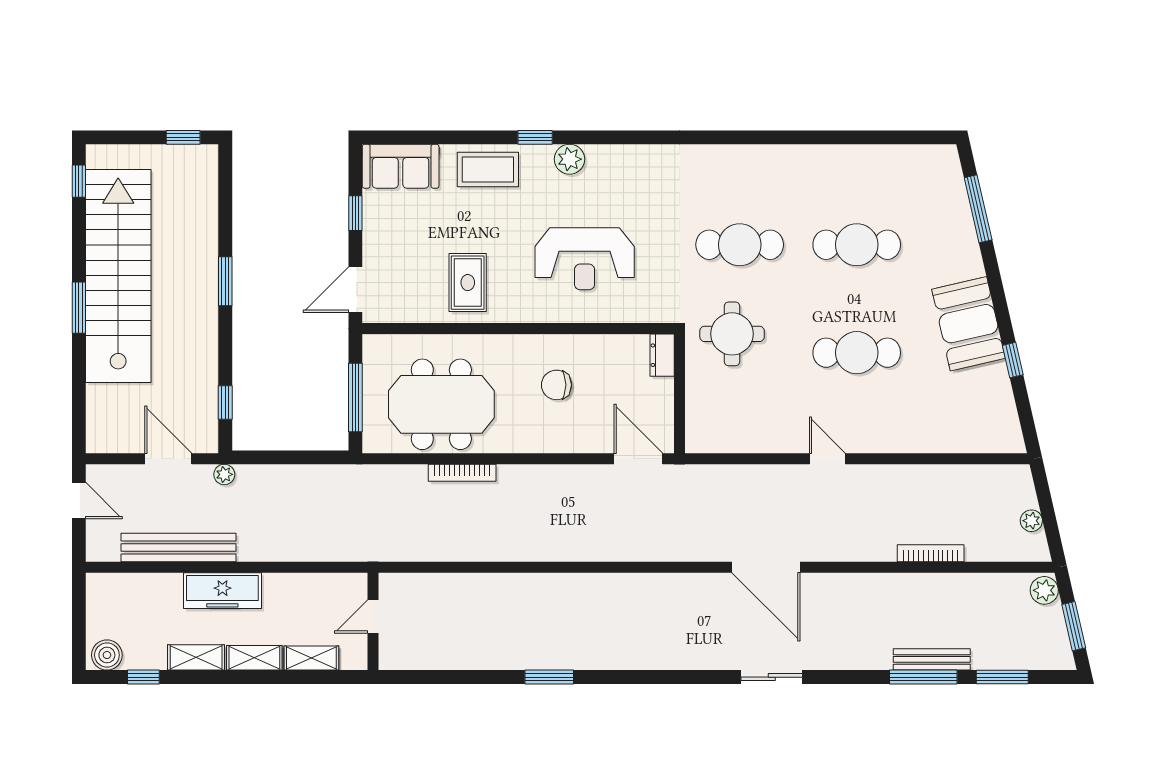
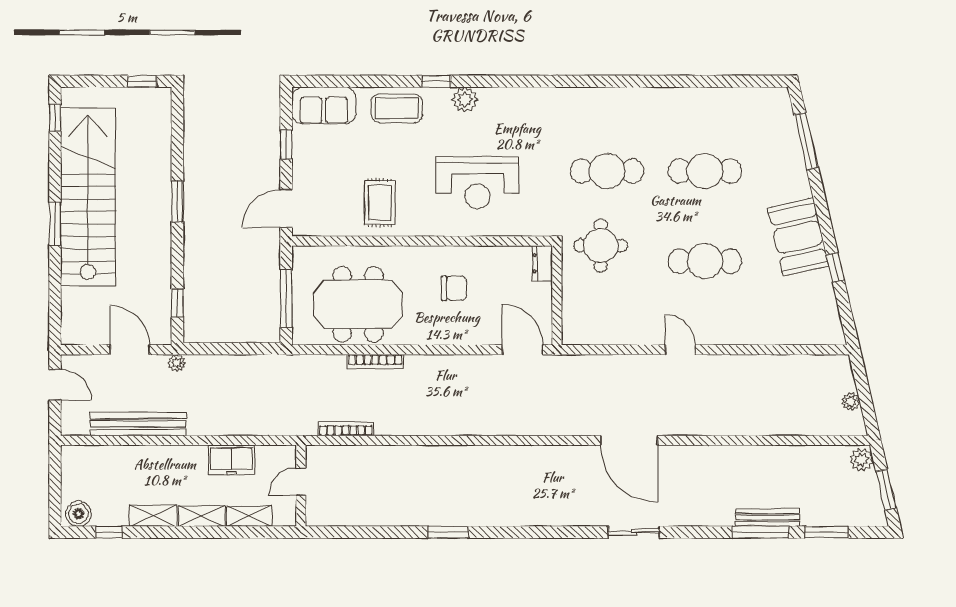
chair: (556, 385) -> (454, 288), turned 180
bookcase: (931, 553) -> (346, 429), moved
freezer: (222, 591) -> (232, 460), moved, width x0.71

